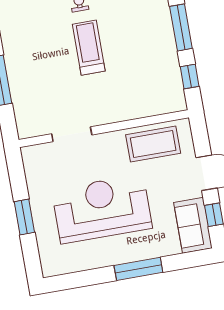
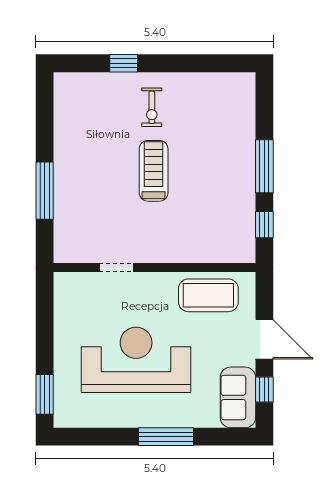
doorway: (72, 134) -> (116, 268), width x0.73
window: (24, 217) -> (45, 394), moved

